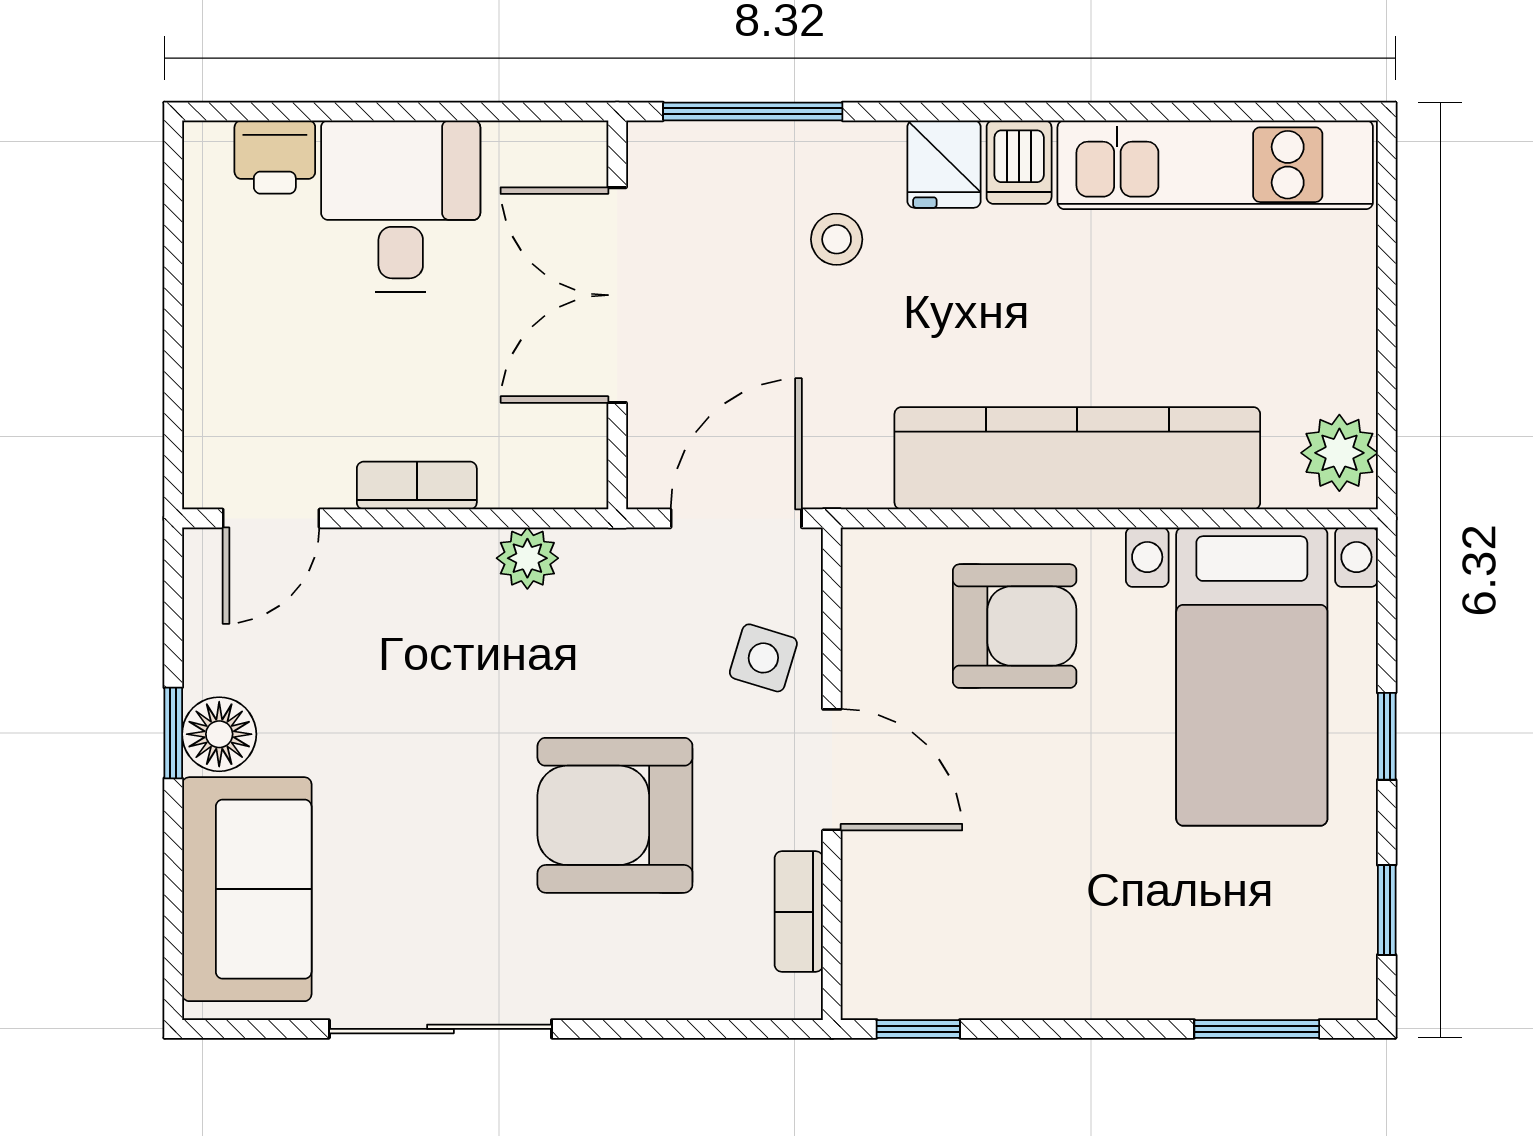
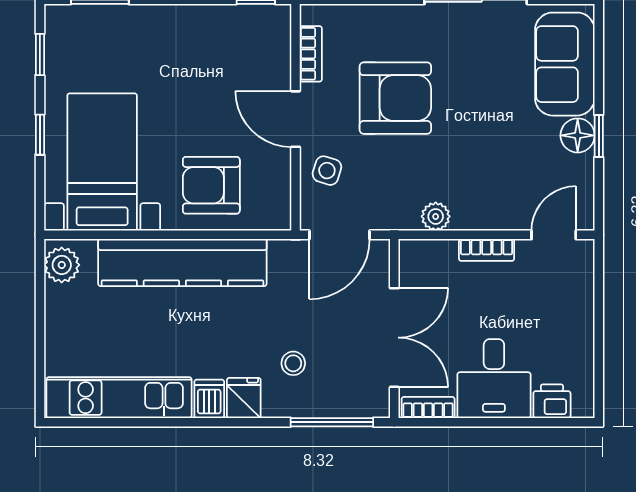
bookcase: (544, 143) -> (428, 407), added

